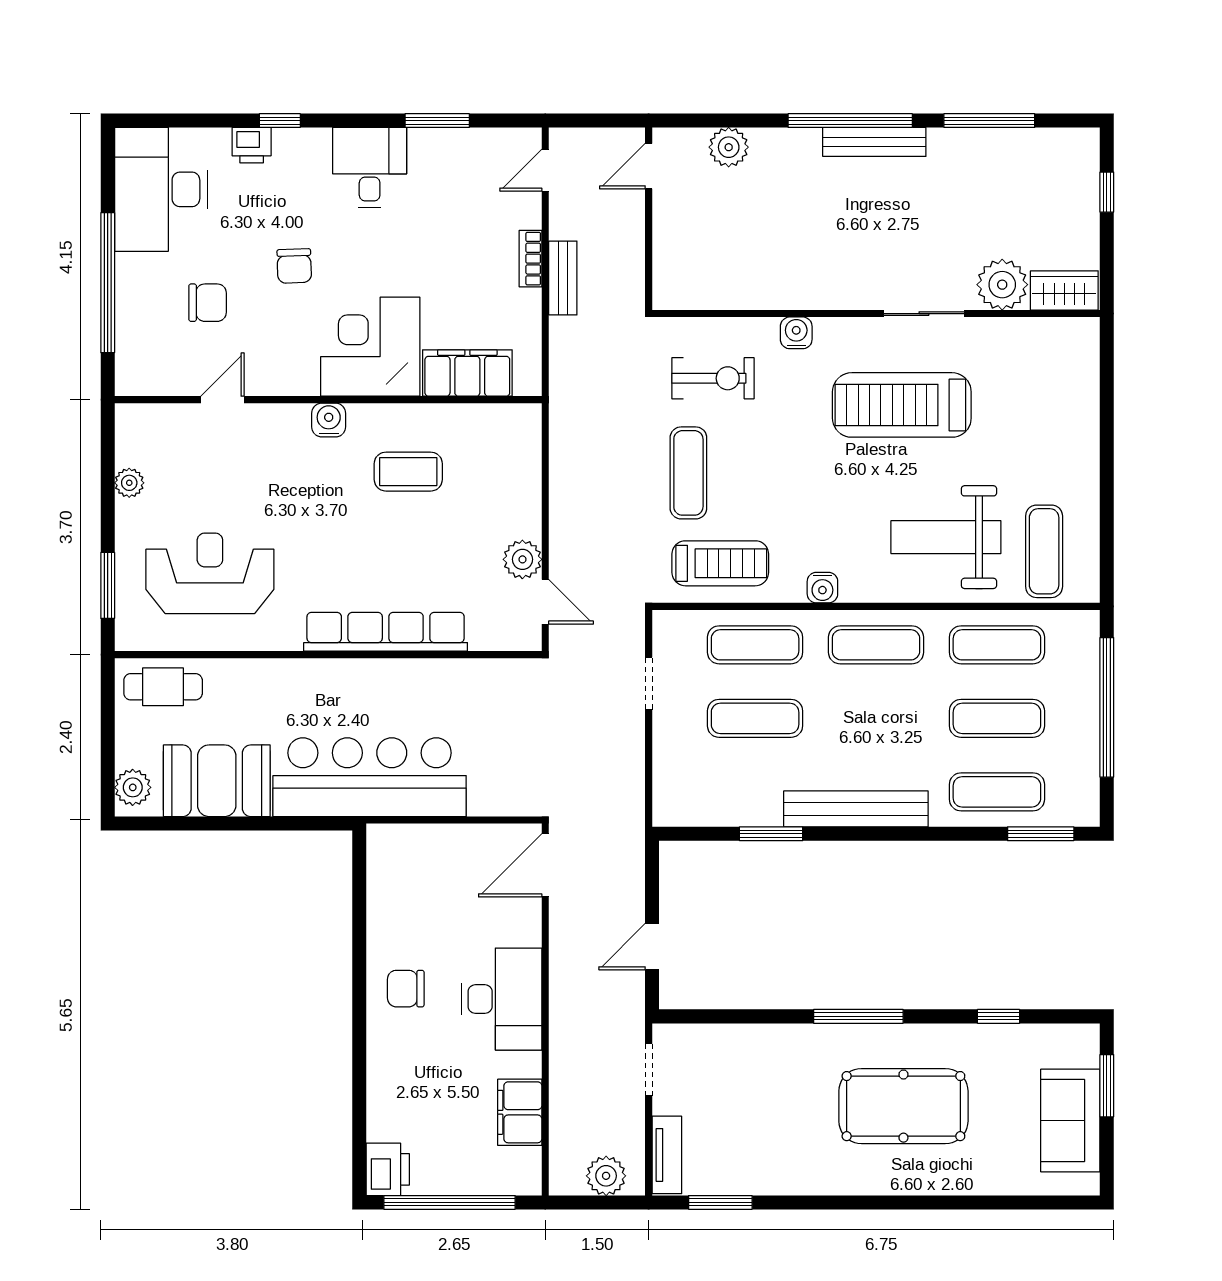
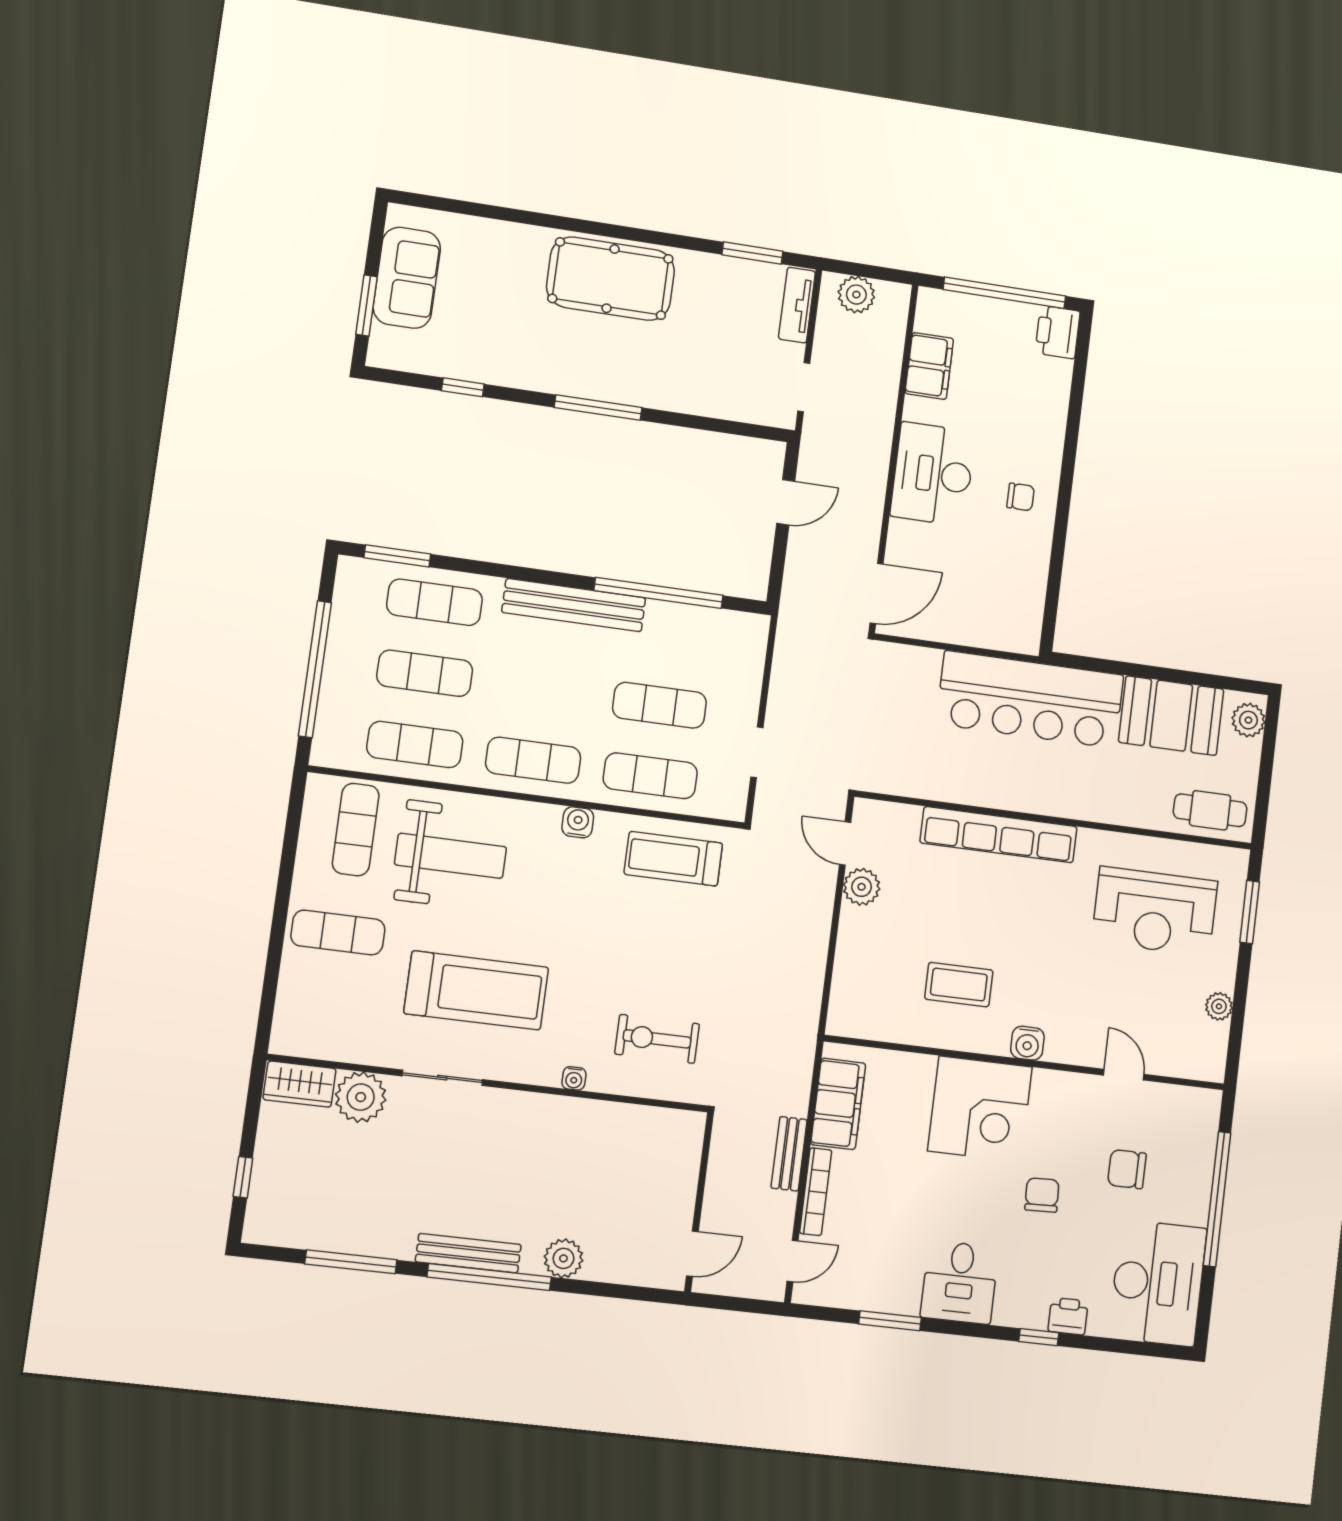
plant: (729, 147) -> (563, 1258), moved
bookcase: (530, 259) -> (816, 1192), width x1.56
water cooler: (796, 333) -> (574, 1078), width x0.72, depth x0.72
filing cabinet: (467, 373) -> (838, 1104), moved, turned -90
door: (223, 400) -> (1124, 1075), swing flipped
exercise mat: (688, 473) -> (338, 932), moved, turned 90
window: (771, 834) -> (659, 593), width x2.11
chair: (406, 989) -> (1021, 497), width x0.73, depth x0.73
pool table: (903, 1106) -> (611, 279), moved

